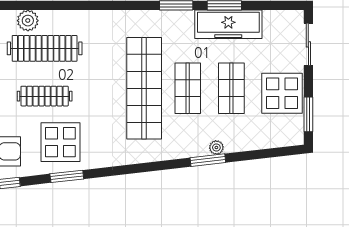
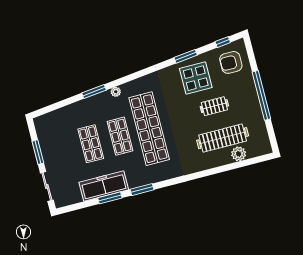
display table: (282, 93) -> (56, 149), removed
clothes rail: (45, 96) -> (214, 106), width x0.73
window: (308, 114) -> (38, 152), moved
plant: (216, 148) -> (116, 92), moved

